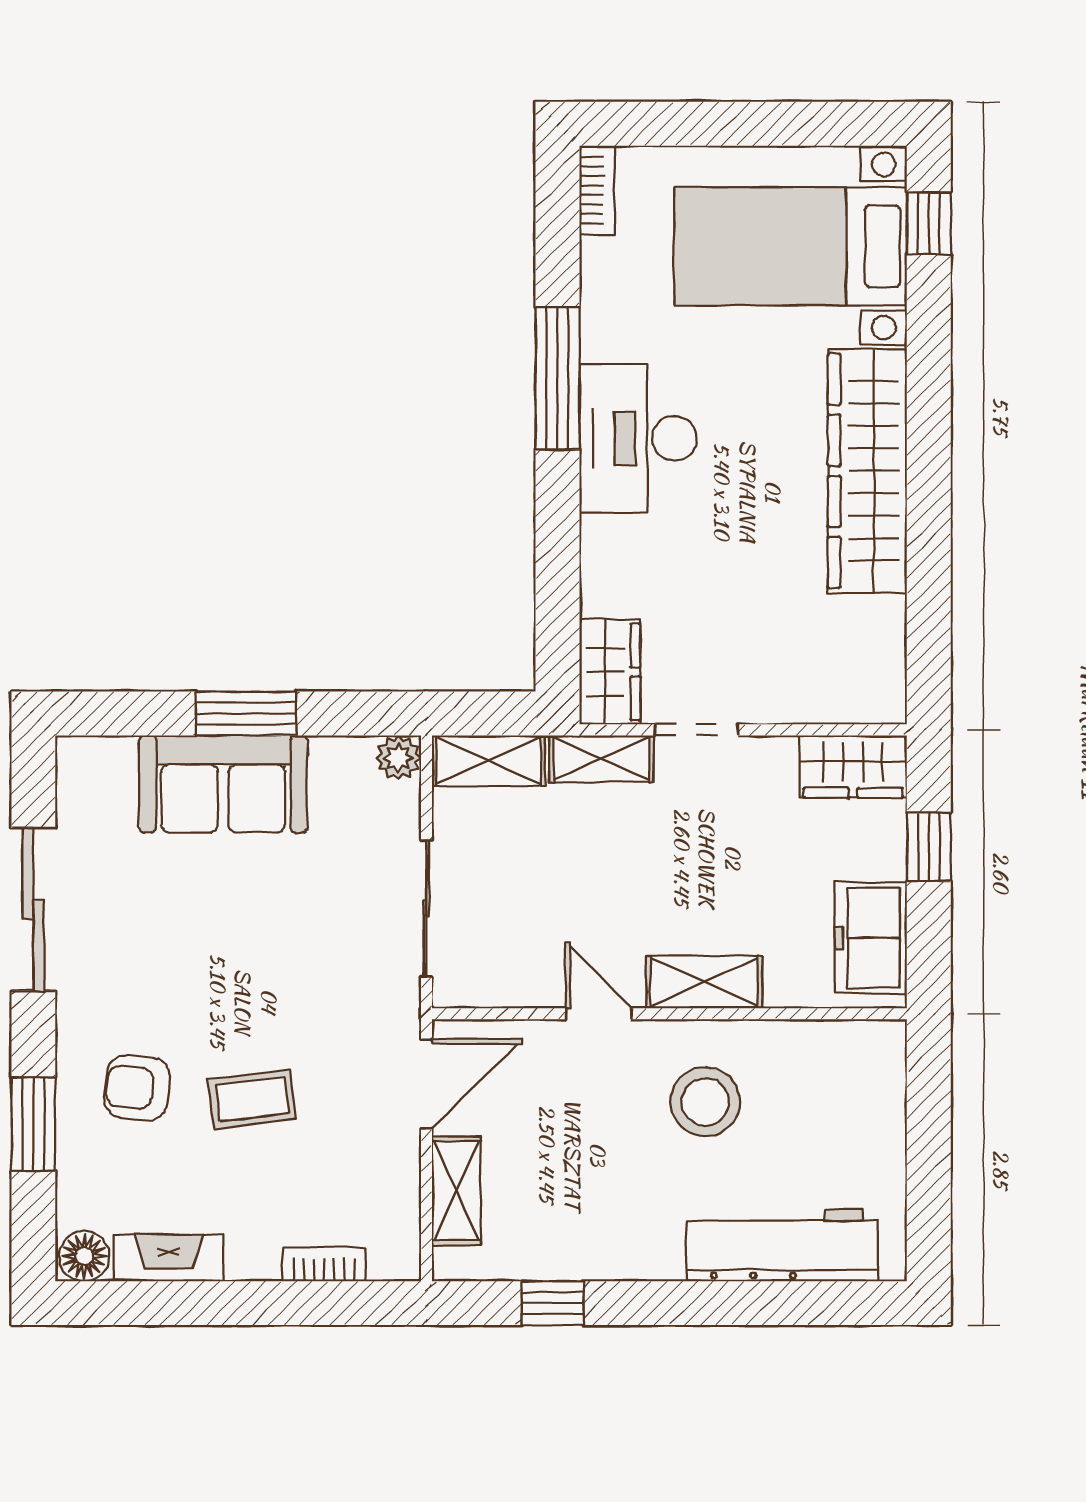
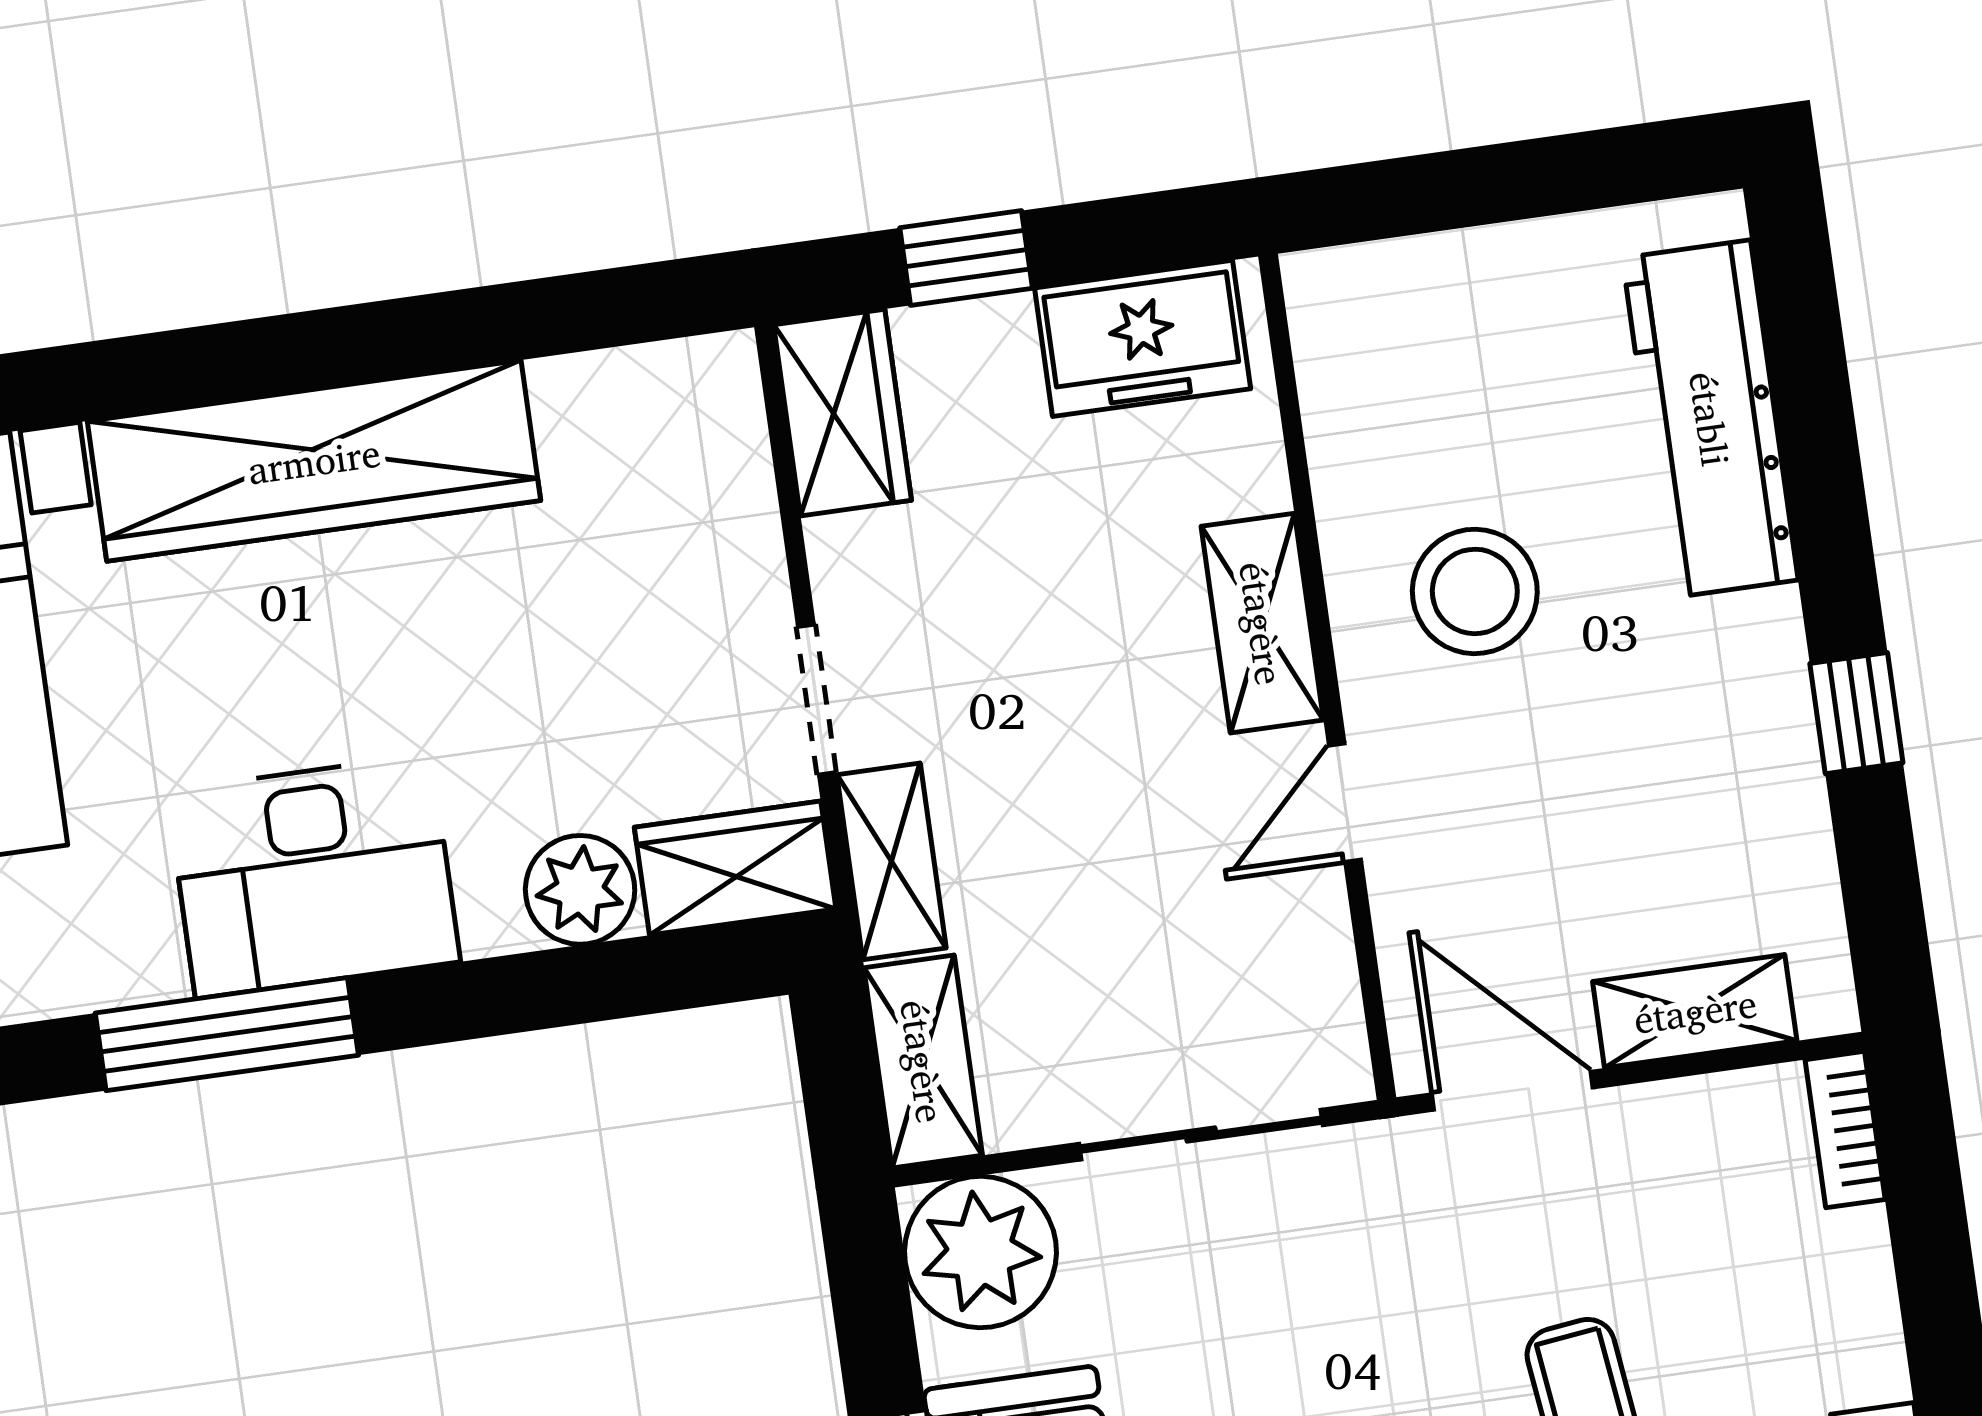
plant: (610, 585) -> (580, 890), added
plant: (398, 758) -> (981, 1252), width x1.88, depth x1.88
bookcase: (324, 1265) -> (1845, 1130), moved
window: (552, 1303) -> (1856, 713), moved

